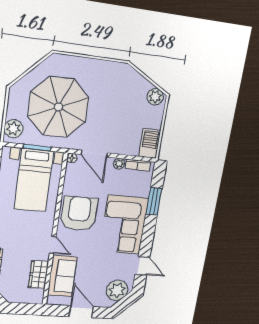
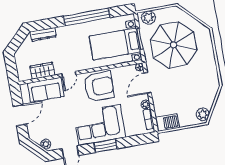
window: (154, 201) -> (106, 146), moved
plant: (117, 290) -> (46, 144), width x0.53, depth x0.53

